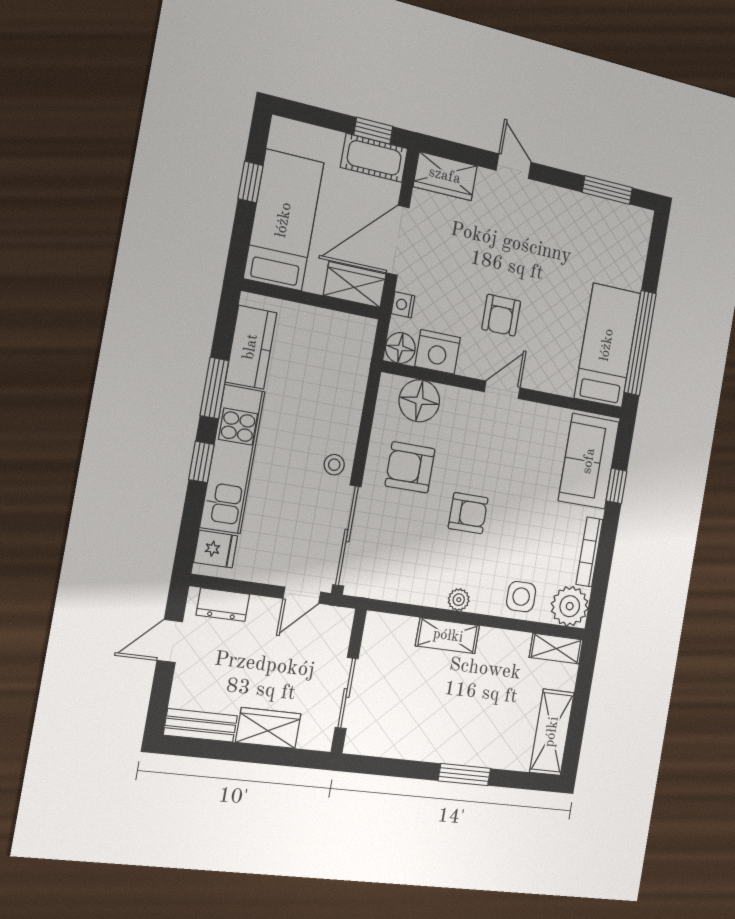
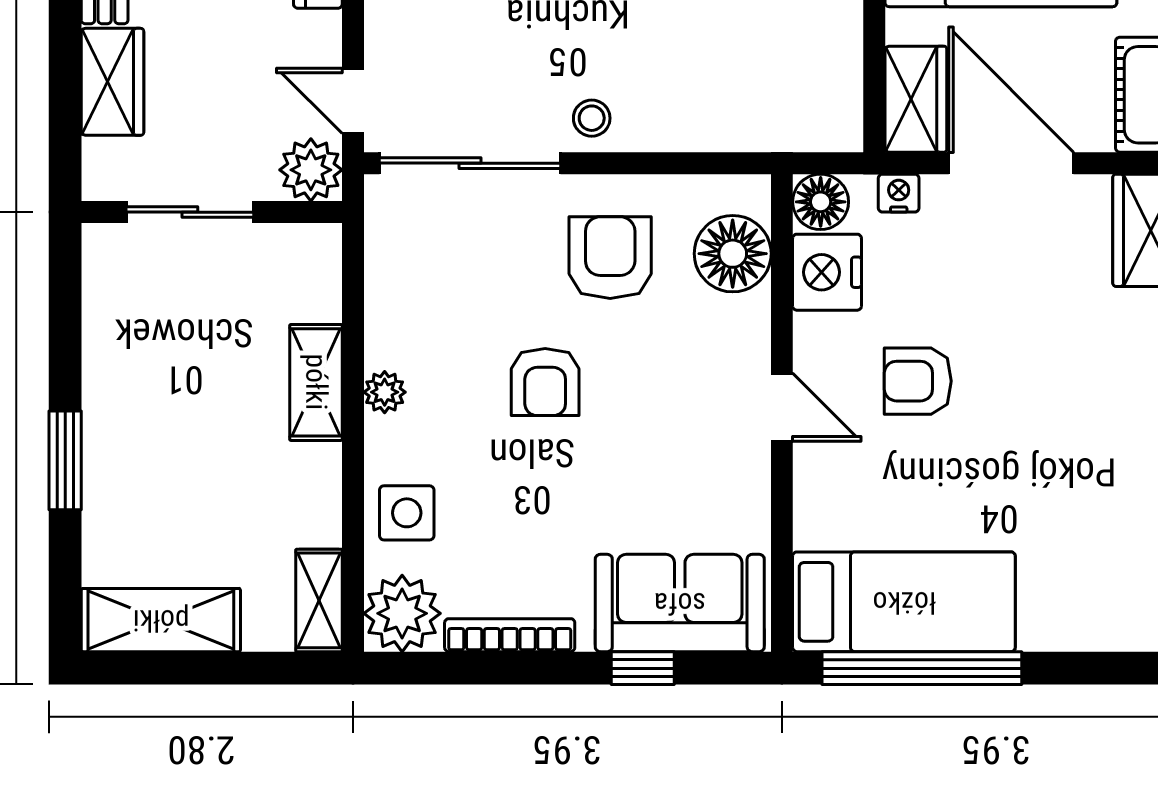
plant: (335, 624) -> (311, 170), added

